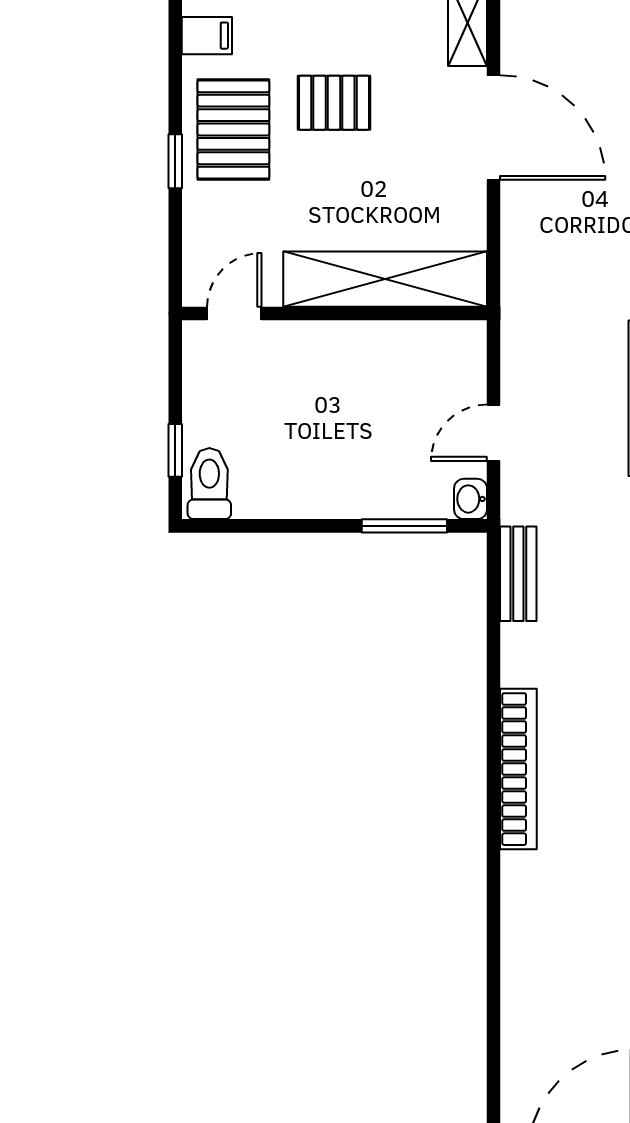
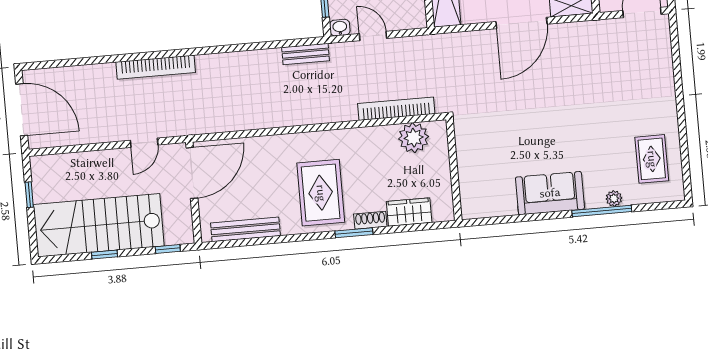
bookcase: (518, 769) -> (156, 67), moved

